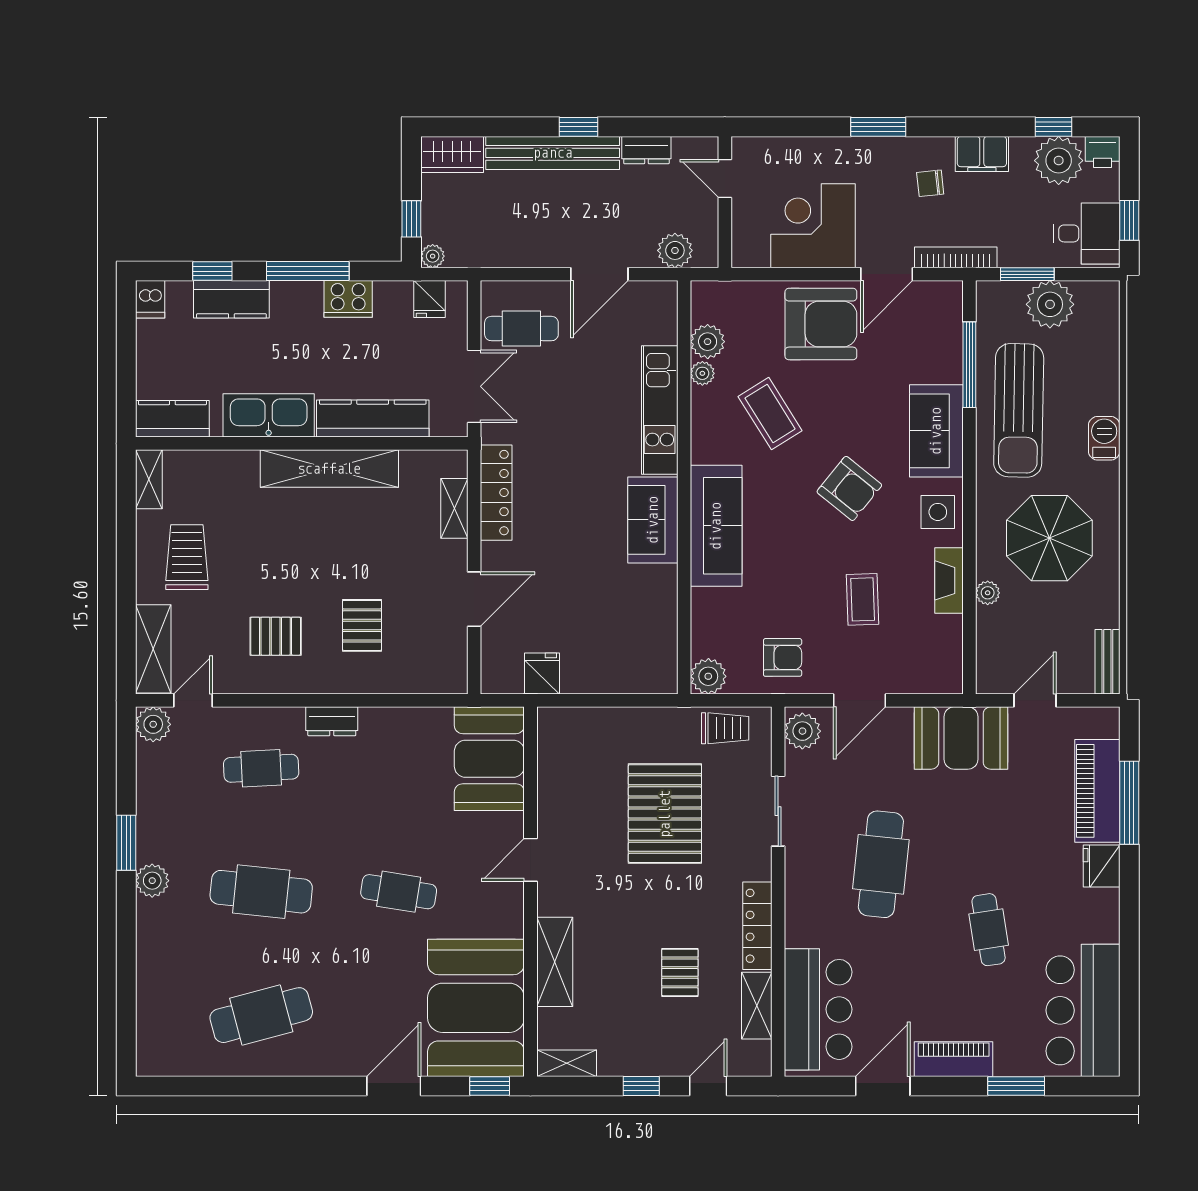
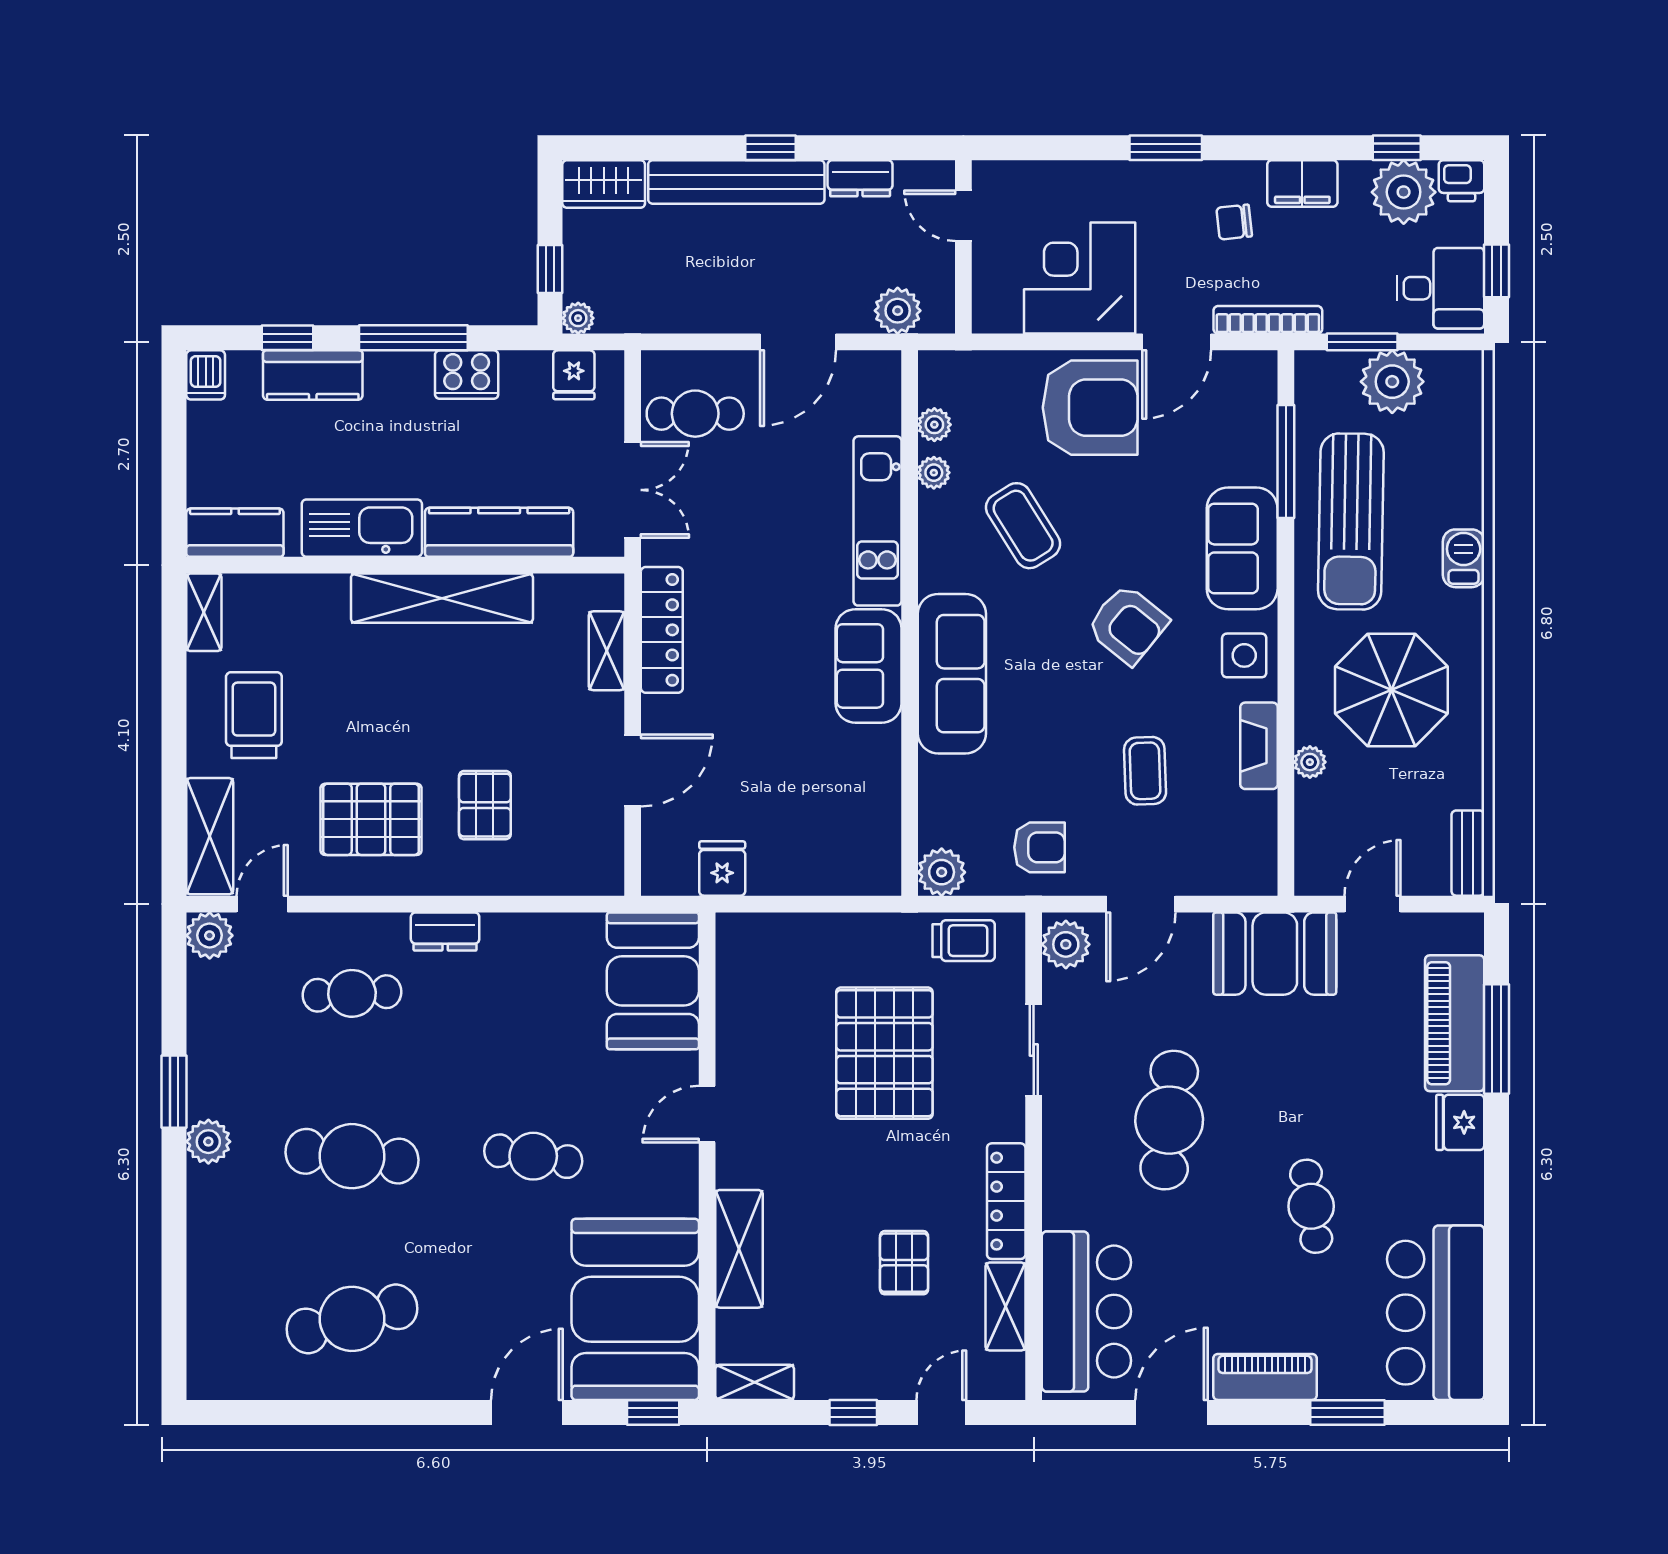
plant: (708, 342) -> (934, 425), width x0.73, depth x0.73
pallet: (276, 636) -> (371, 819), width x1.50, depth x1.42

